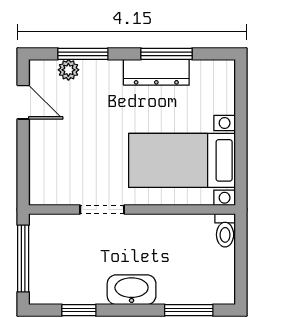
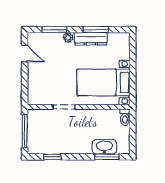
plant: (68, 70) -> (68, 38), moved
washbasin: (132, 290) -> (104, 147), moved

